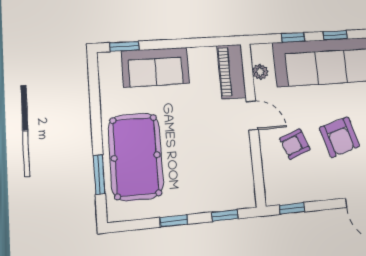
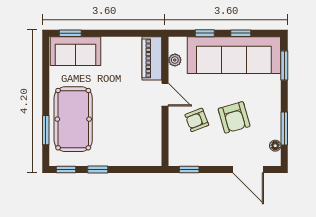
sofa: (156, 67) -> (75, 51), moved
window: (225, 215) -> (66, 169), moved

